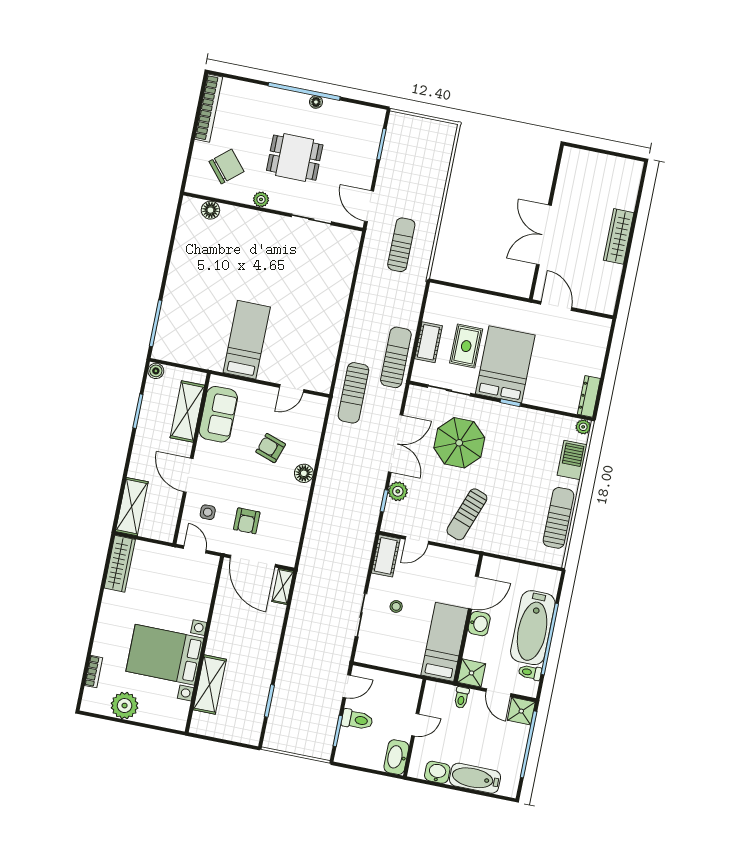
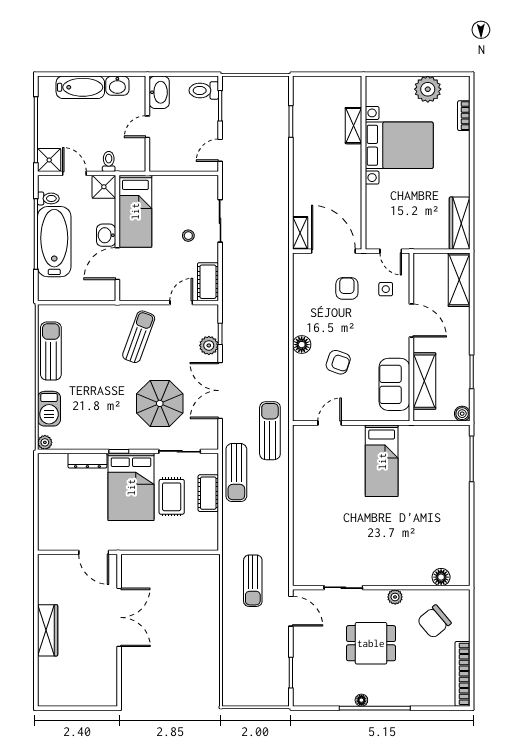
dresser: (589, 396) -> (87, 461), moved, turned 90
sun lounger: (558, 518) -> (51, 351), turned 180
shelving: (210, 685) -> (354, 126), width x0.67, depth x0.75
toilet: (357, 720) -> (204, 90), moved

